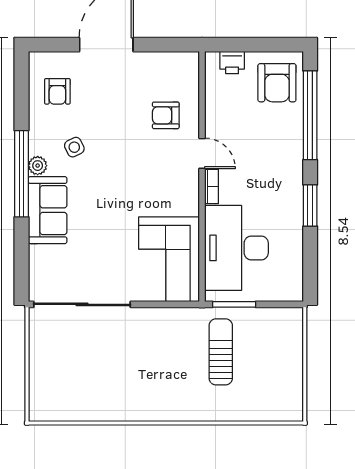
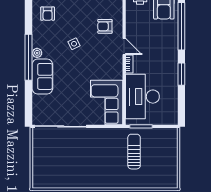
side table: (74, 147) -> (74, 44), moved

